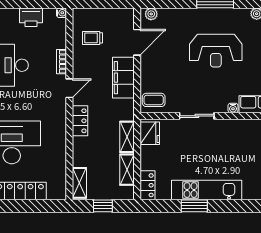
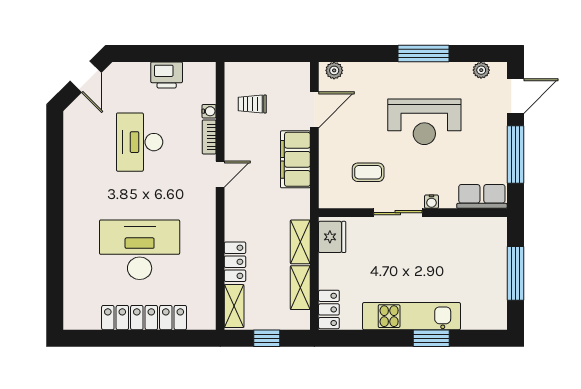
water cooler: (62, 13) -> (209, 111), moved
coffee table: (154, 100) -> (368, 172), moved
water cooler: (233, 108) -> (432, 202), moved
locker: (80, 121) -> (235, 262), moved
window: (194, 206) -> (431, 338), moved

